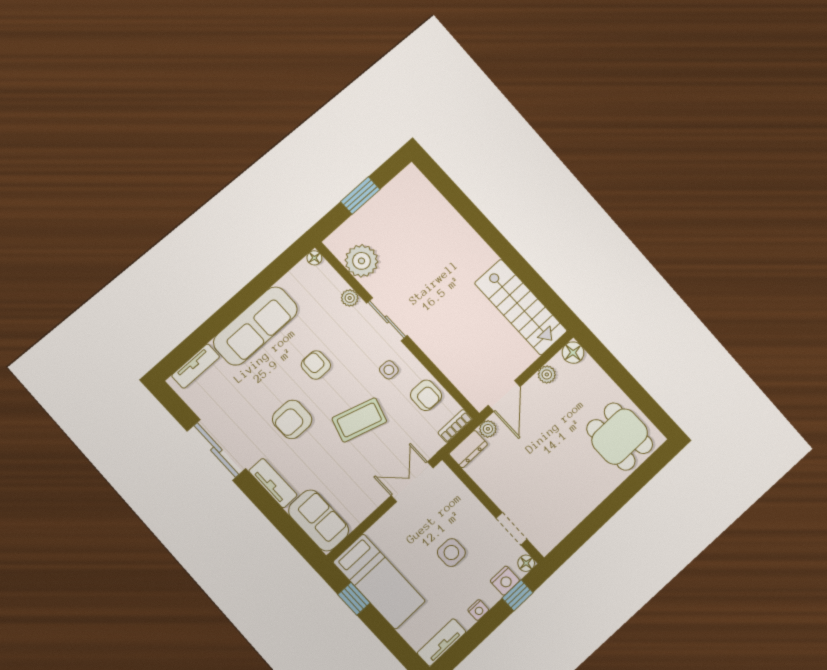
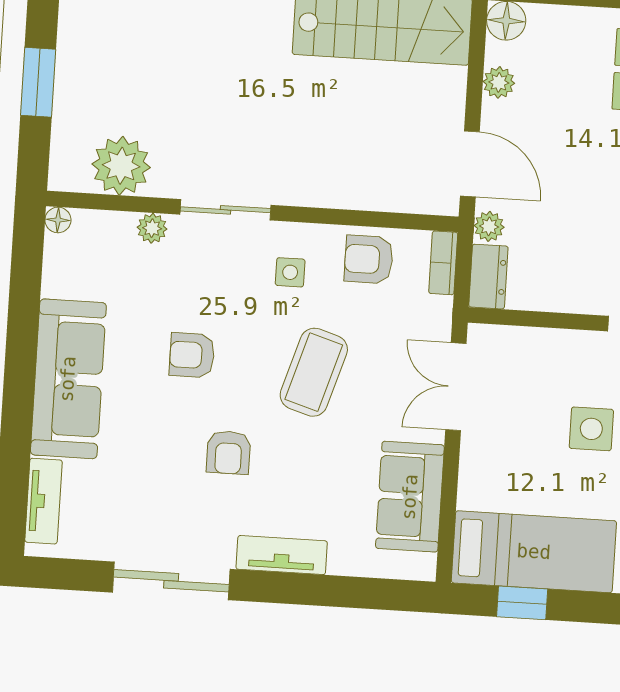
armchair: (426, 395) -> (369, 259), turned 180
armchair: (292, 419) -> (228, 453), width x0.72, depth x0.72
sofa: (319, 520) -> (410, 497), moved, turned -90

